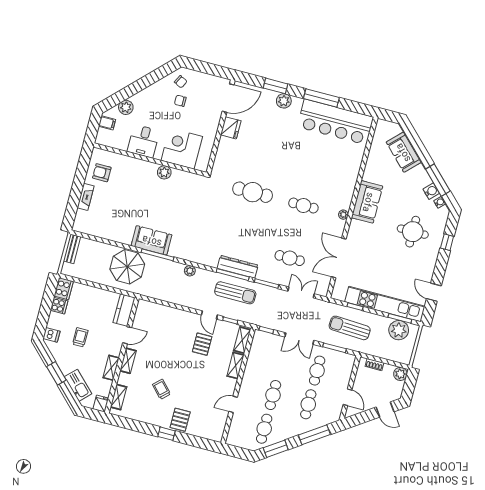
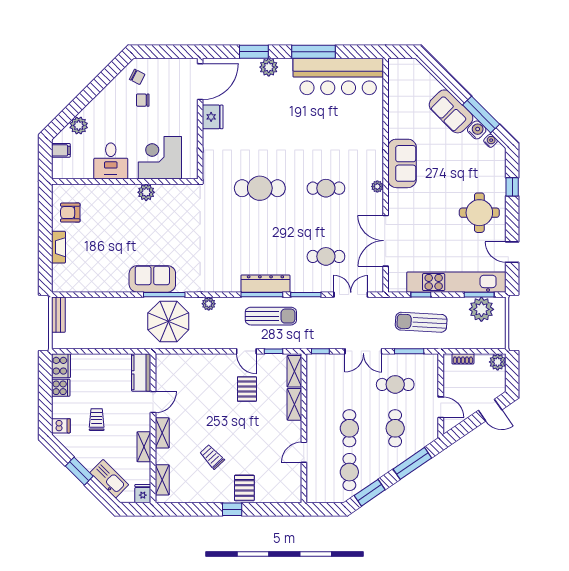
sofa: (404, 152) -> (451, 111), moved
round table: (413, 232) -> (479, 213), moved
parasol: (127, 267) -> (168, 321), moved
cafe table: (317, 371) -> (395, 384), turned 90

